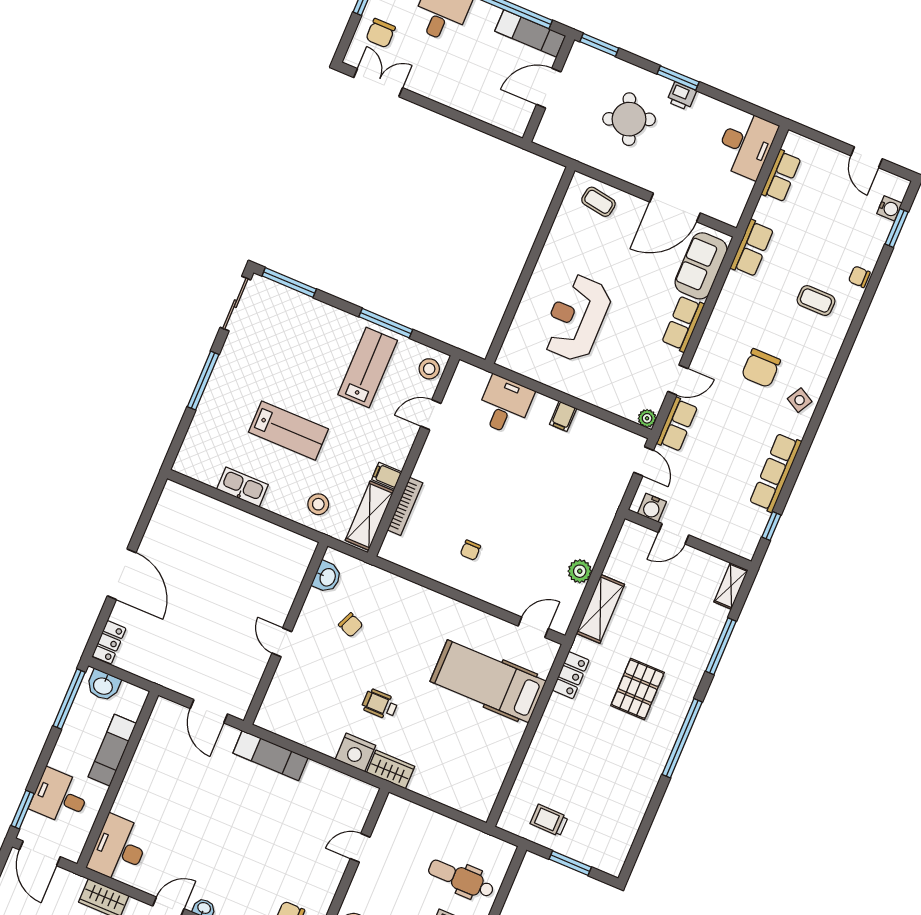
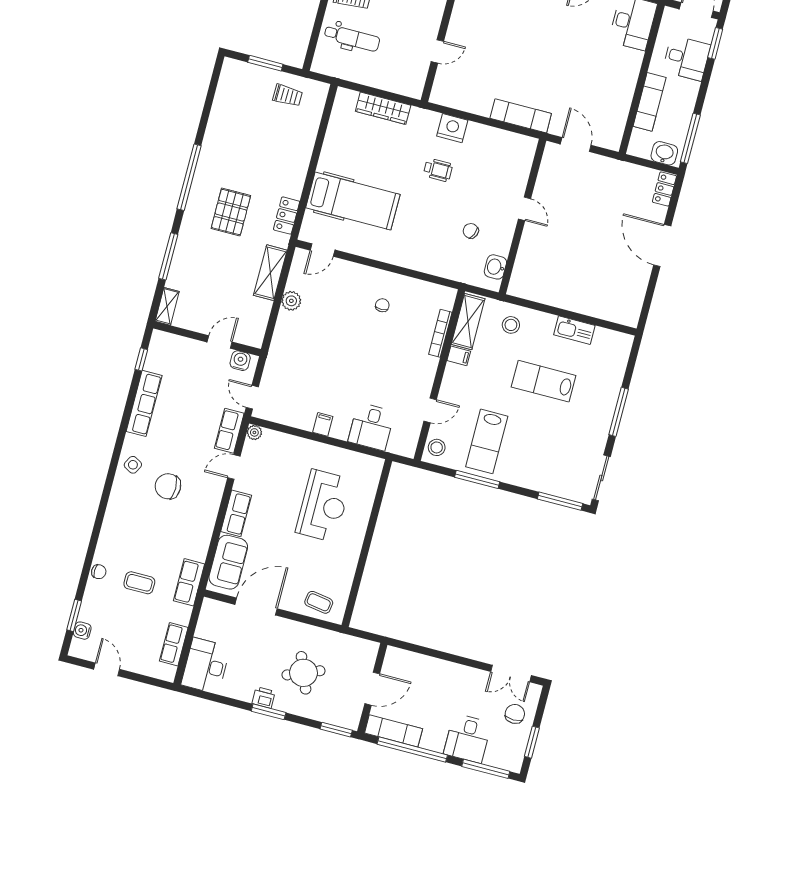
coffee table: (816, 301) -> (139, 583), moved
chair: (761, 368) -> (168, 486), turned -90
wardrobe: (391, 769) -> (383, 108), moved, width x1.50

